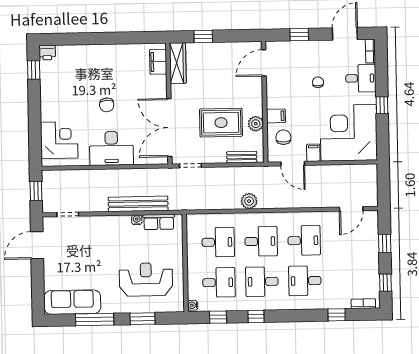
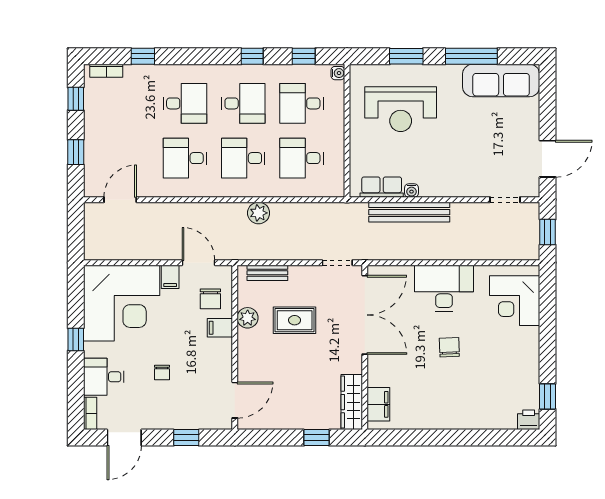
rug: (221, 123) -> (295, 320), width x0.73, depth x0.70

